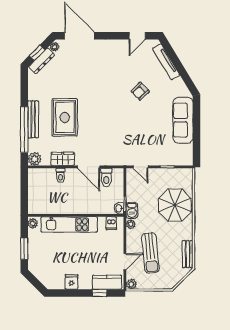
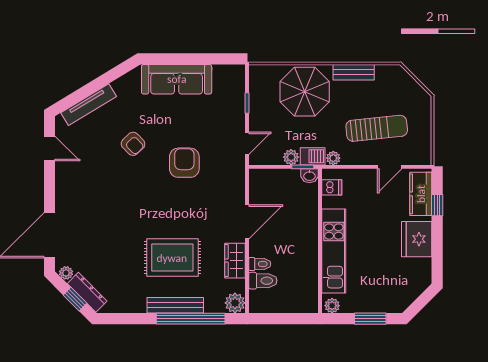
armchair: (128, 125) -> (184, 163), added
toilet: (106, 177) -> (263, 281), moved
bench: (188, 254) -> (354, 72), moved
door: (125, 262) -> (390, 167), swing flipped
fridge: (71, 282) -> (417, 239), width x1.88, depth x1.34
plant: (131, 284) -> (291, 157), moved

